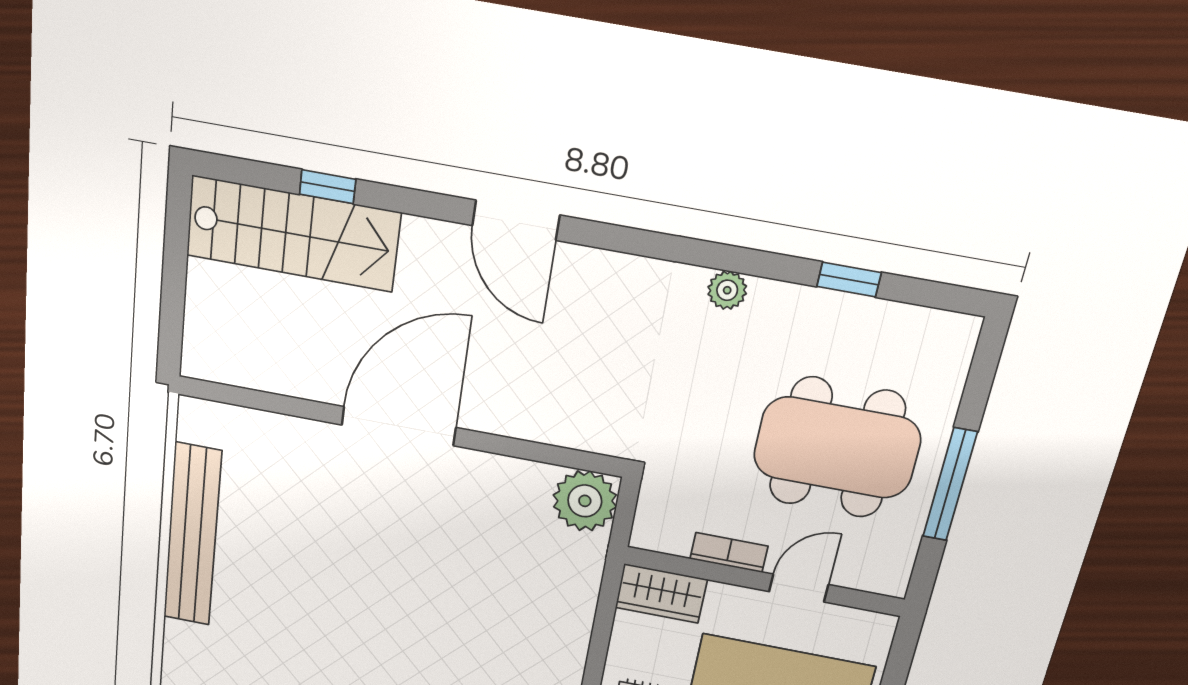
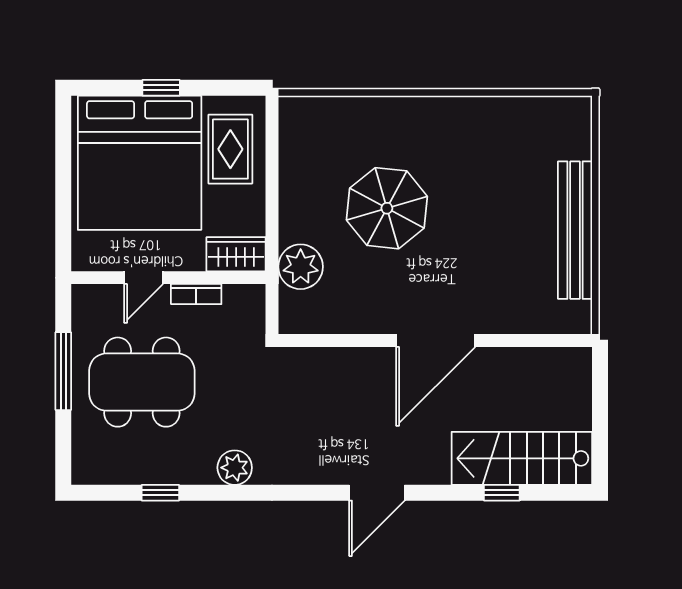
door: (516, 220) -> (377, 493), swing flipped
plant: (727, 290) -> (235, 468), width x1.38, depth x1.38
plant: (585, 501) -> (301, 267), moved
parasol: (443, 611) -> (387, 208), added

